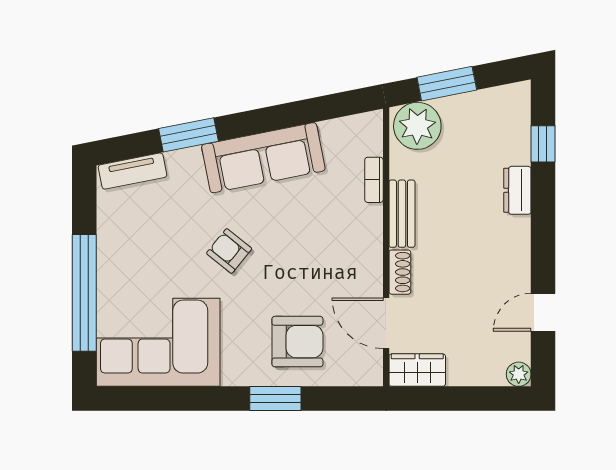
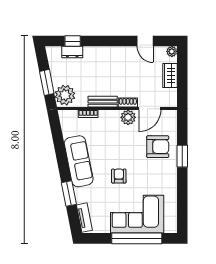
dresser: (517, 190) -> (72, 52), moved
armchair: (229, 251) -> (119, 176), turned 141
plant: (366, 272) -> (128, 117), added
corner sofa: (158, 342) -> (137, 214), moved, turned 90
armchair: (297, 342) -> (158, 147), turned 90
wardrobe: (417, 370) -> (170, 75), moved

